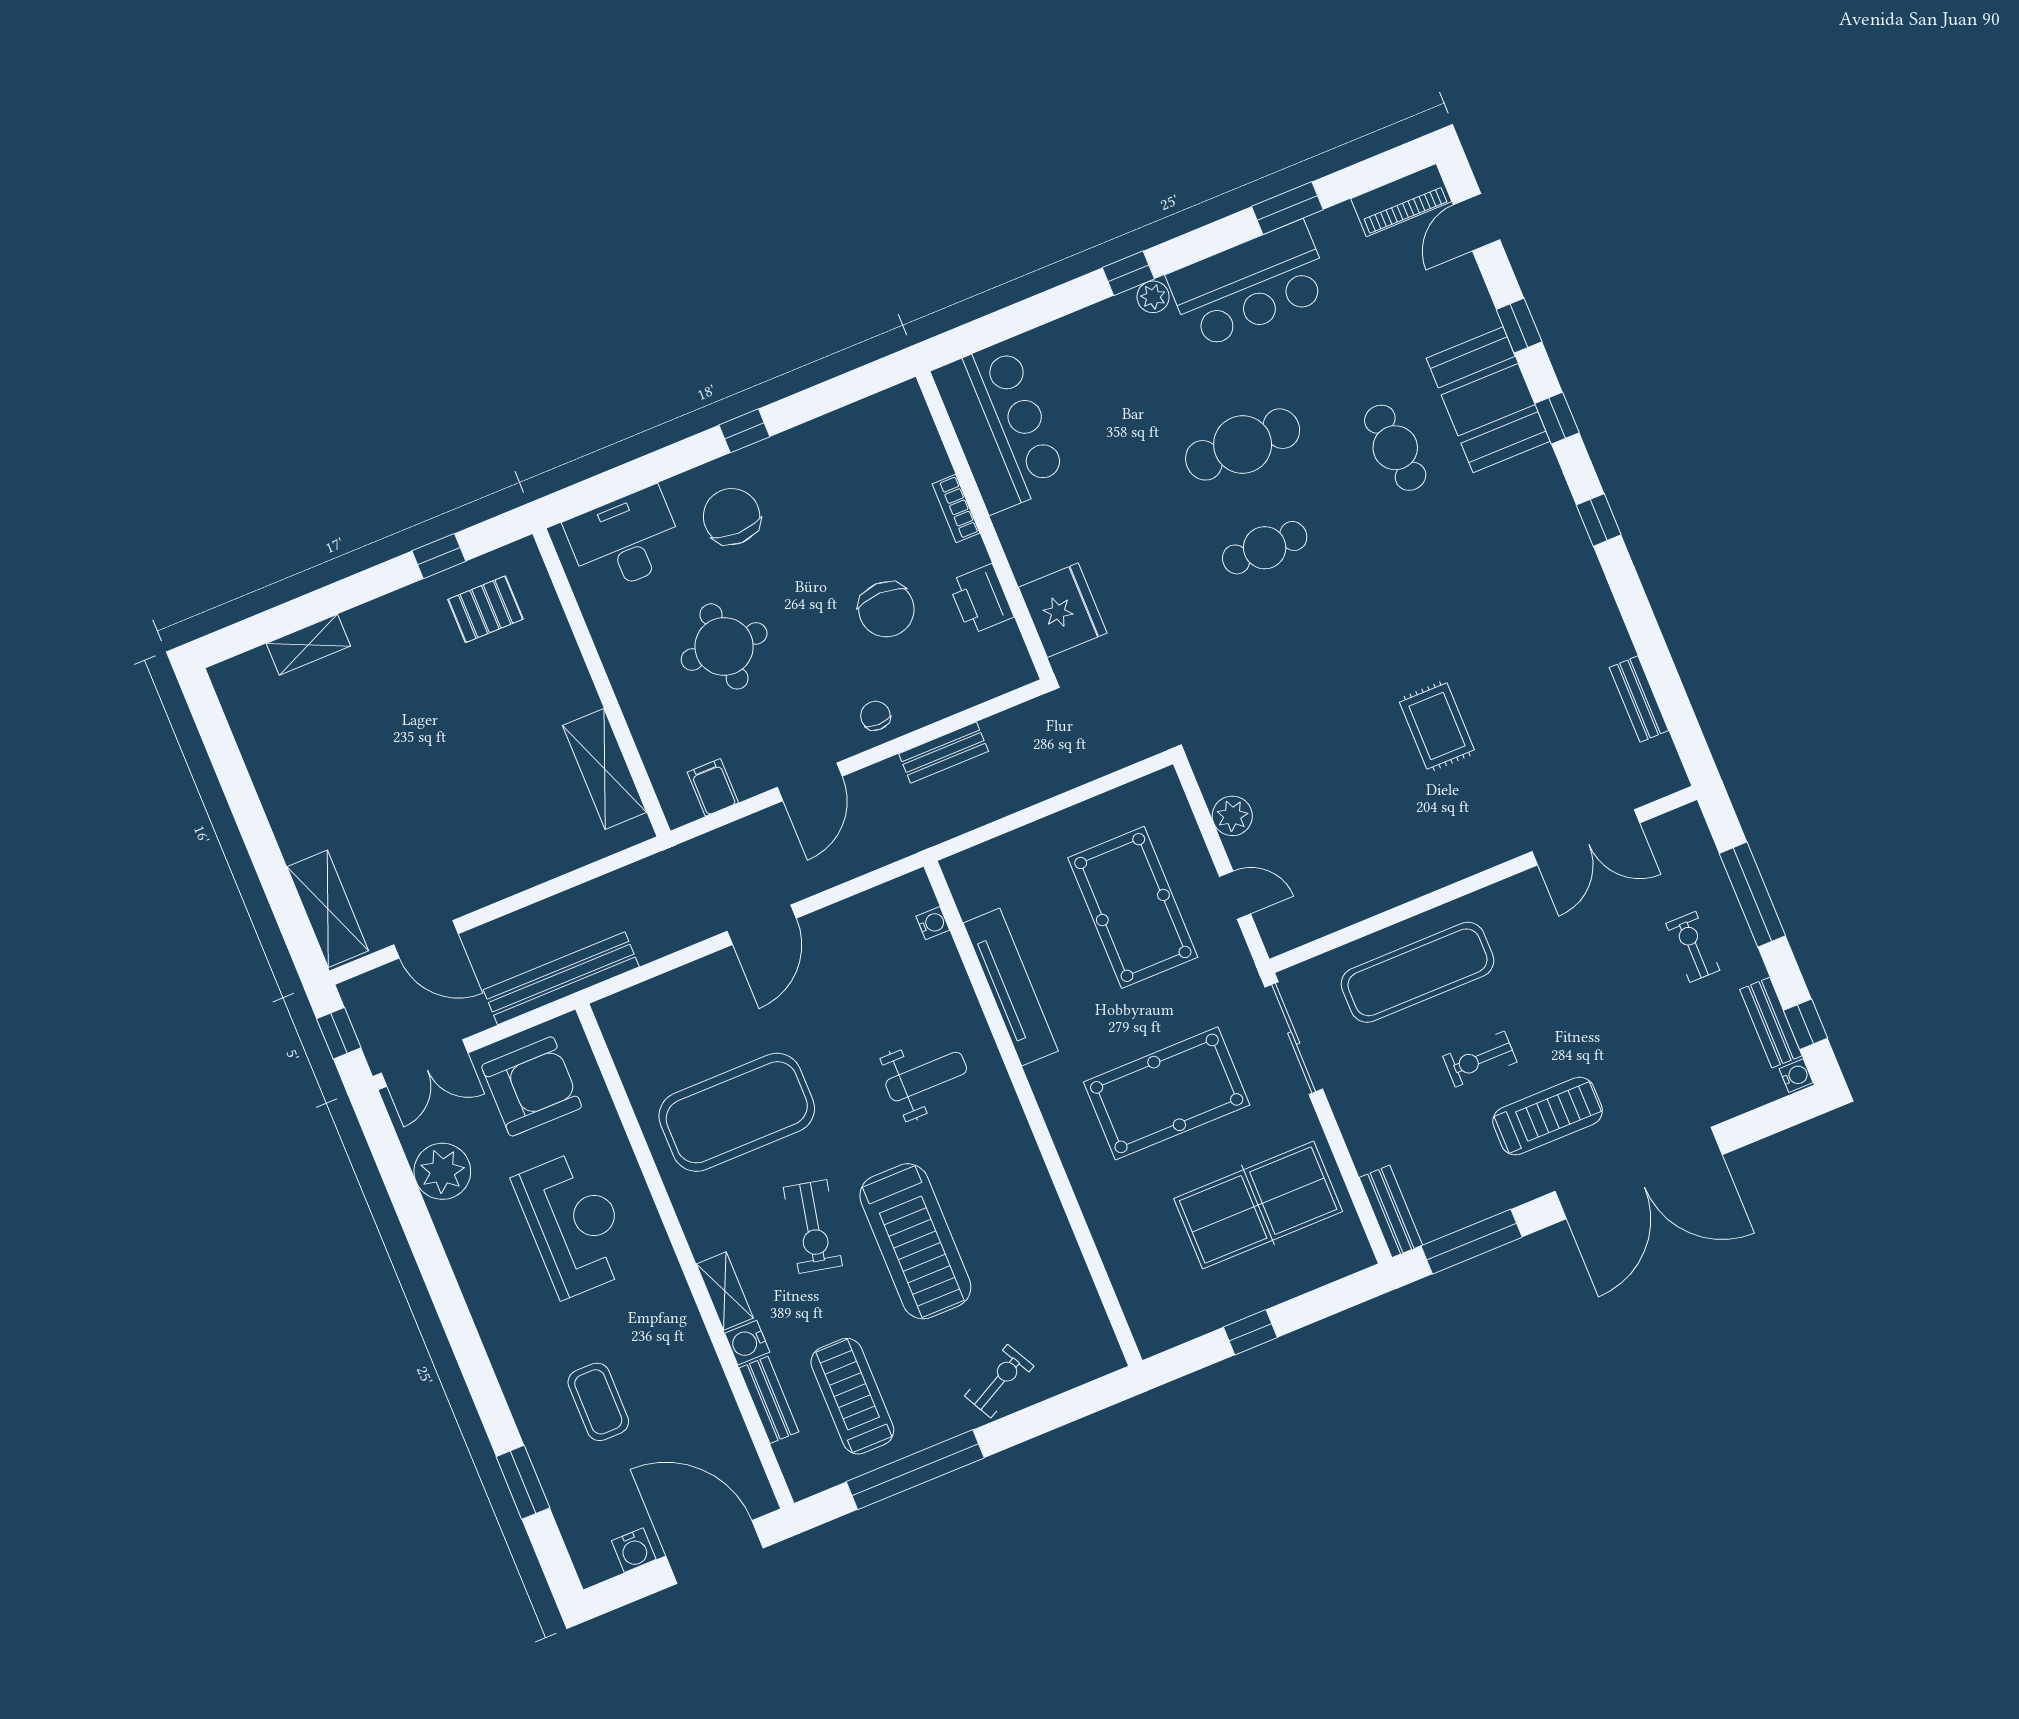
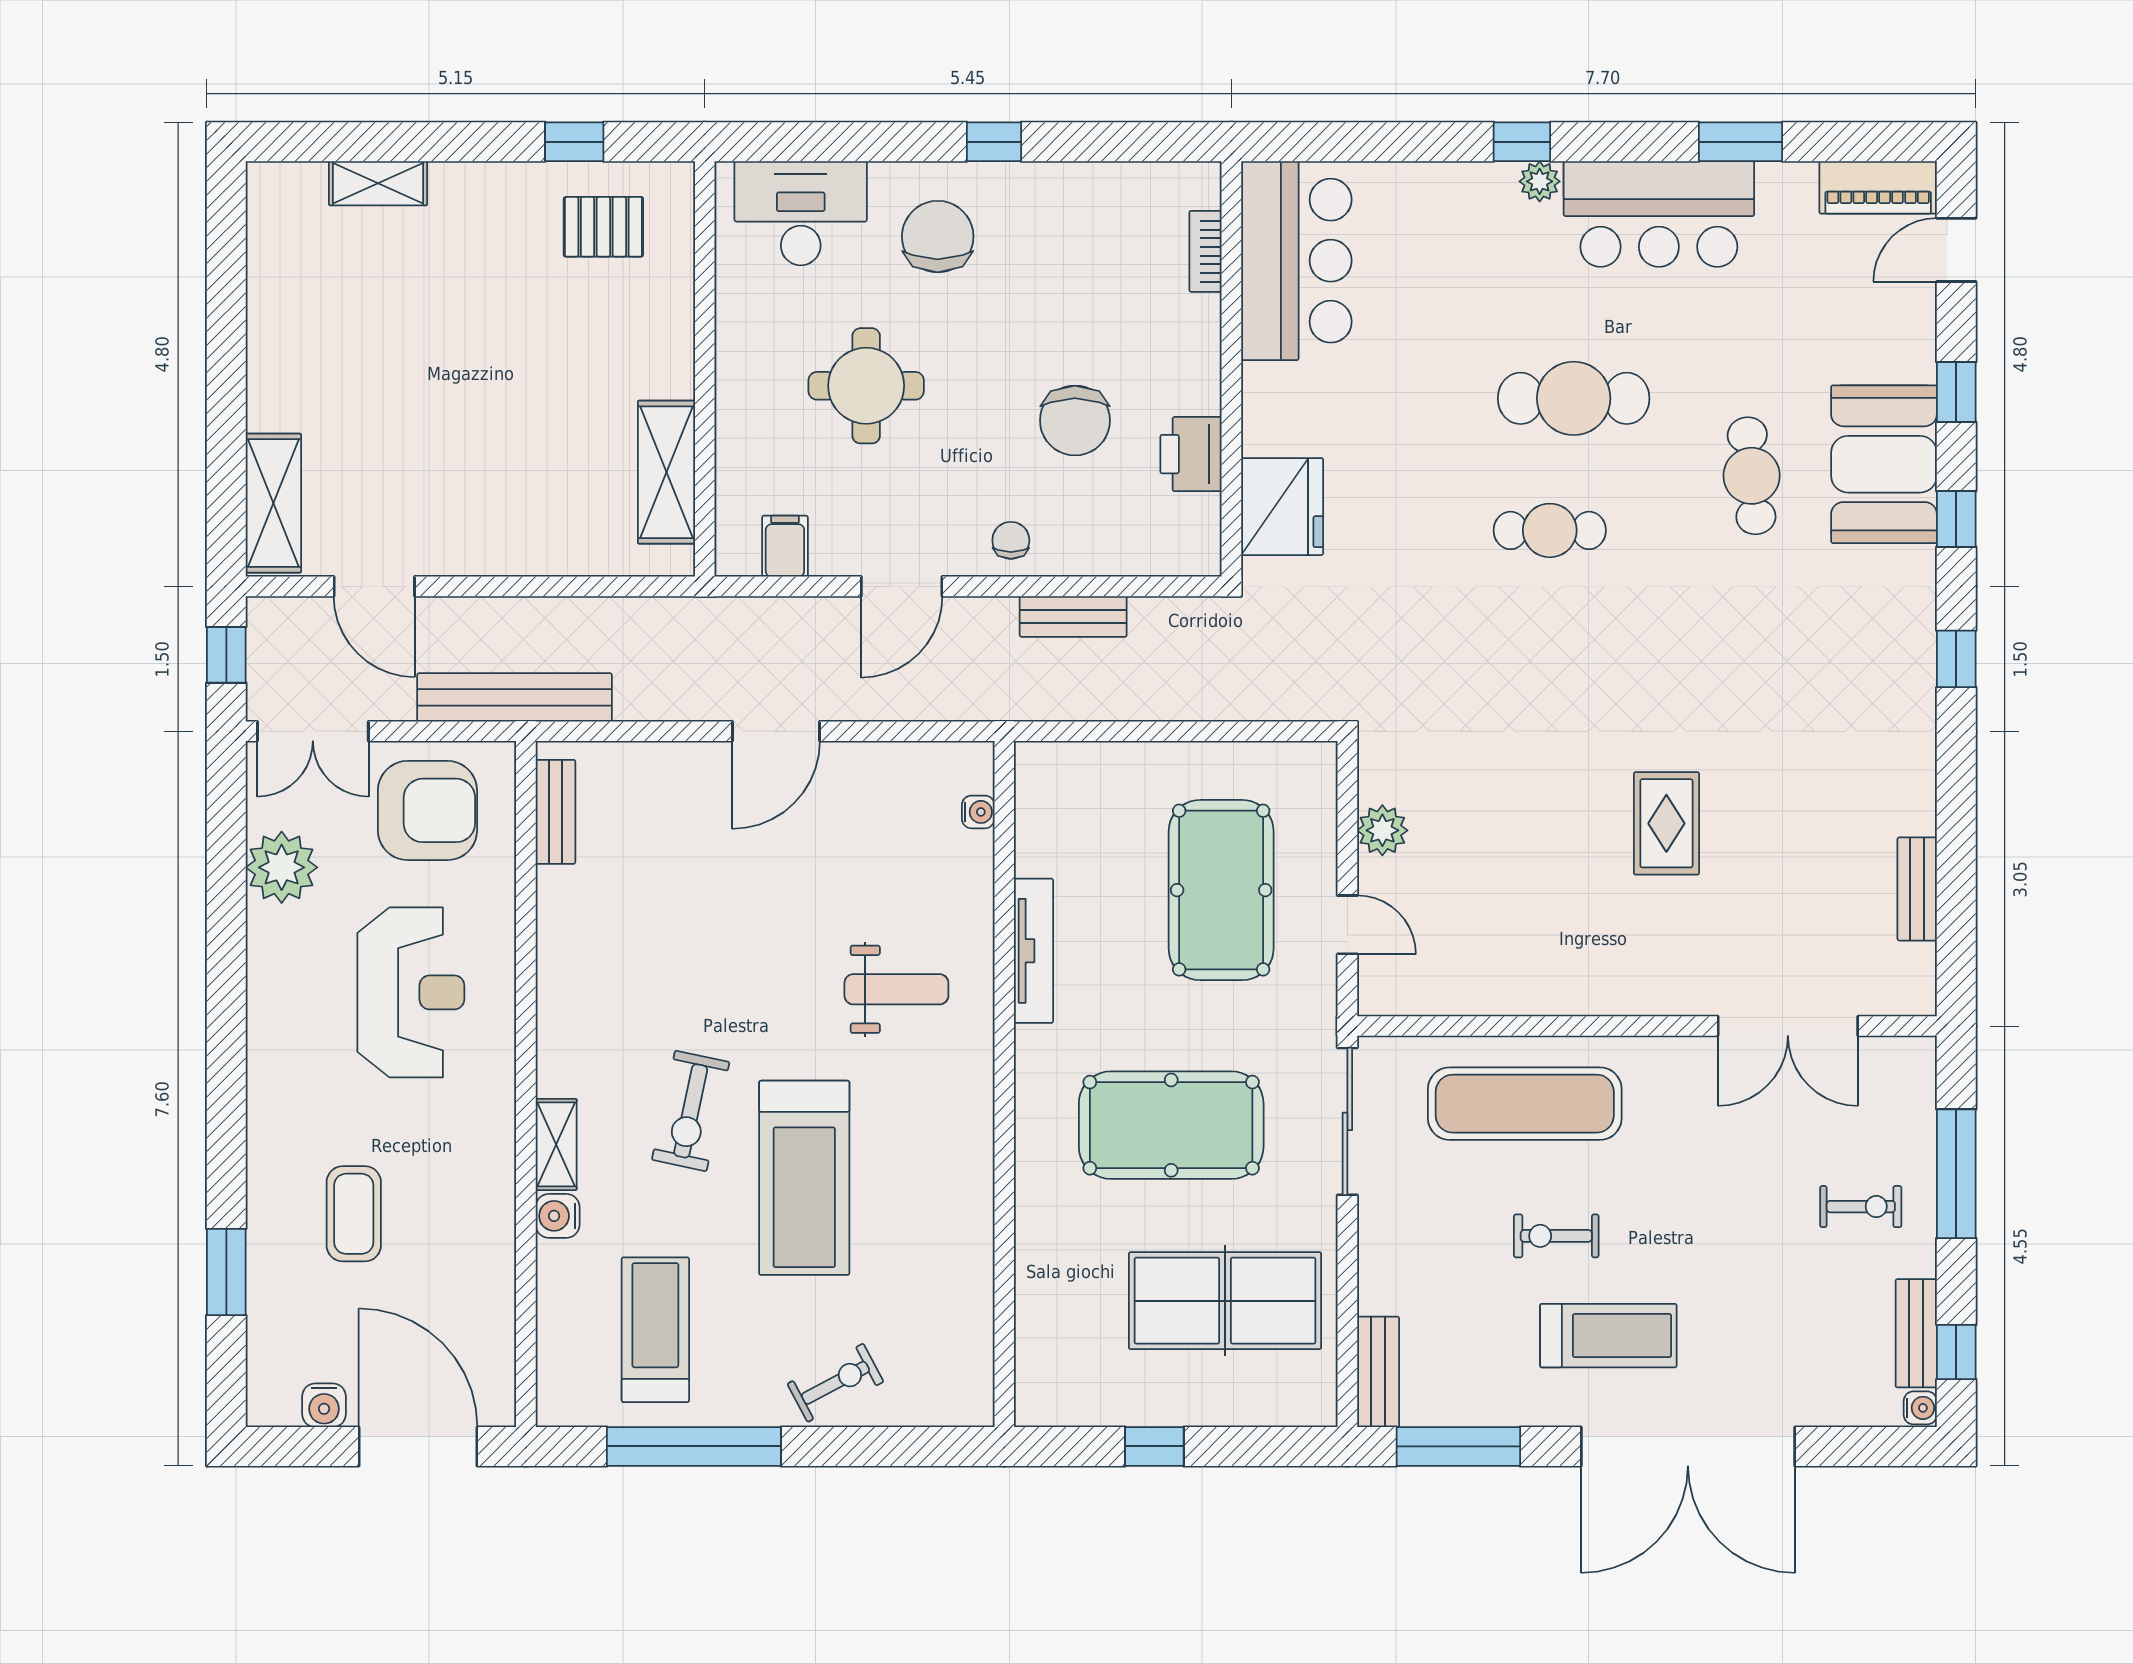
bookcase: (956, 509) -> (1206, 251), moved
exercise bike: (1693, 947) -> (1861, 1207), turned 90
tv unit: (1011, 987) -> (1034, 951), width x0.73, depth x0.78
exercise mat: (737, 1112) -> (656, 940), removed
bench: (769, 1400) -> (555, 812), moved

